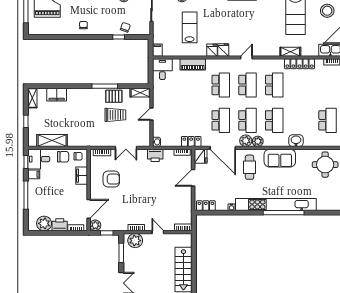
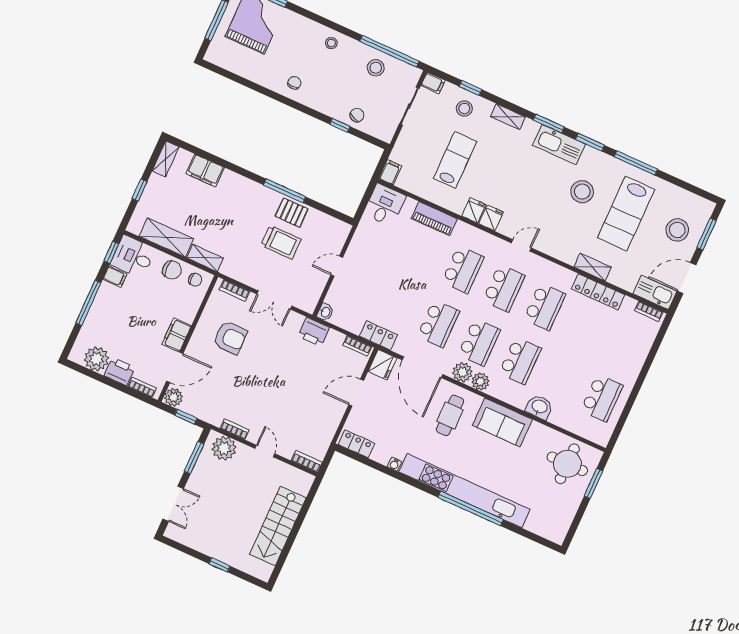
stool: (266, 13) -> (582, 192), added
shelving: (140, 93) -> (205, 258), moved
filing cabinet: (82, 176) -> (177, 335), moved

